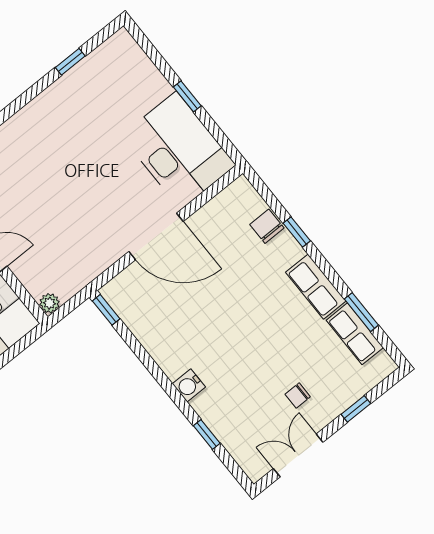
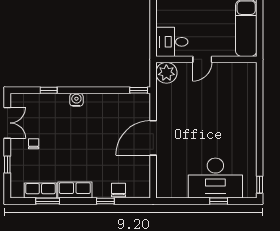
window: (70, 62) -> (260, 185), moved
window: (187, 96) -> (219, 201), moved
desk: (178, 150) -> (215, 178), moved
chair: (267, 226) -> (118, 190), turned -90
plant: (49, 303) -> (166, 73), width x1.87, depth x1.87

